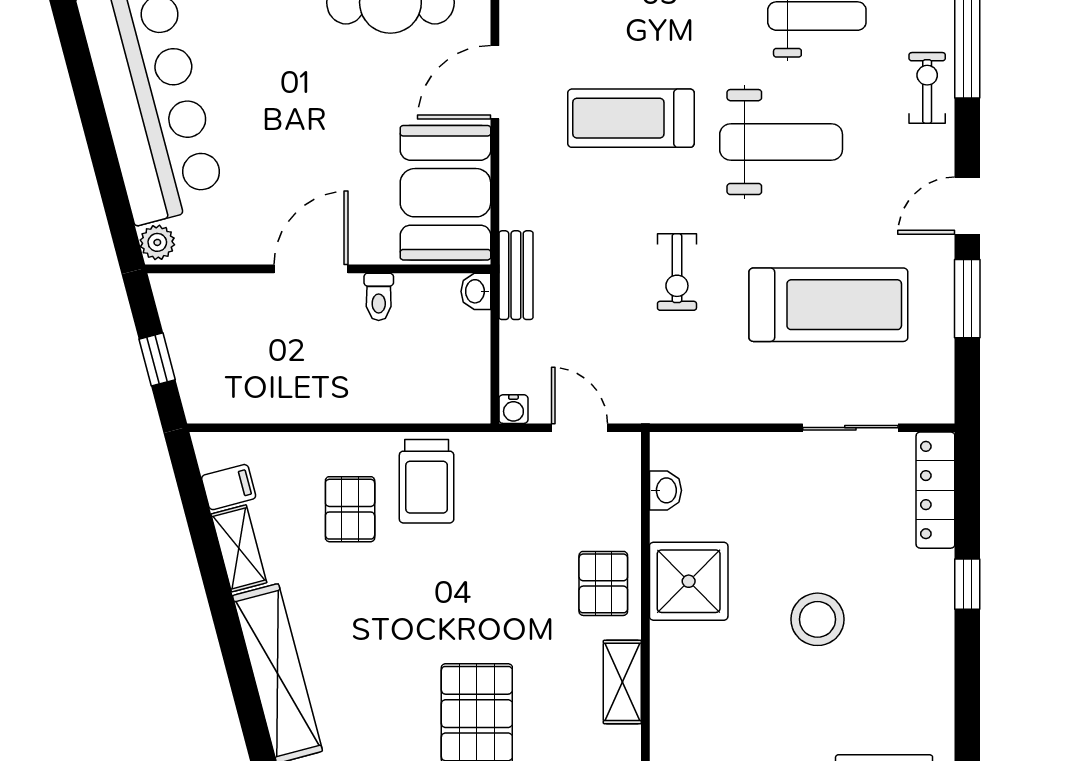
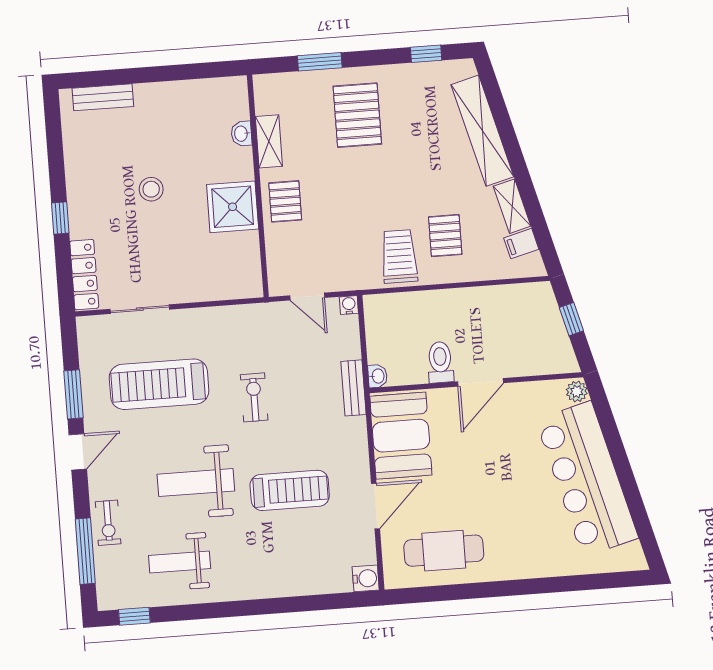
toilet: (379, 297) -> (440, 362), width x1.37, depth x1.39
washbasin: (665, 490) -> (241, 134), moved
stool: (817, 619) -> (151, 189), width x0.73, depth x0.73

